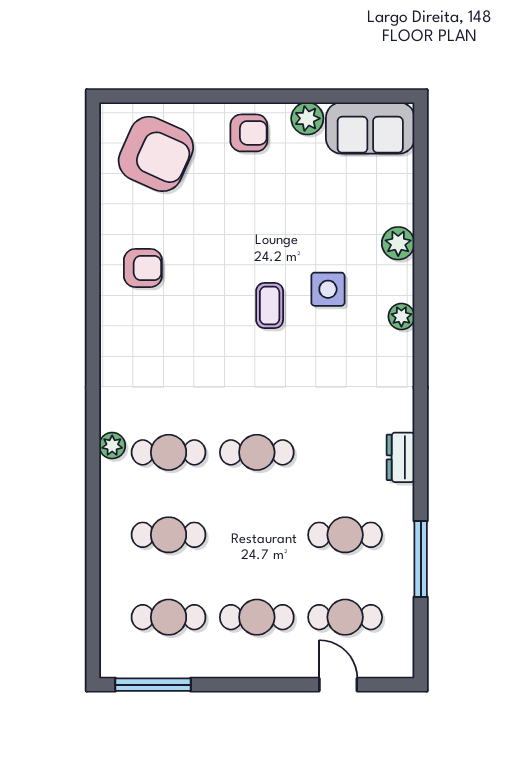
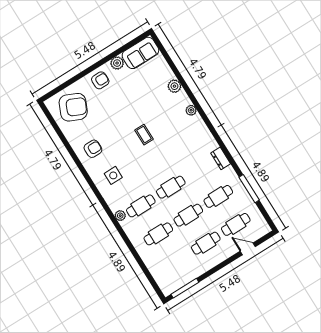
side table: (328, 289) -> (113, 175), moved
cafe table: (169, 617) -> (188, 215), moved

